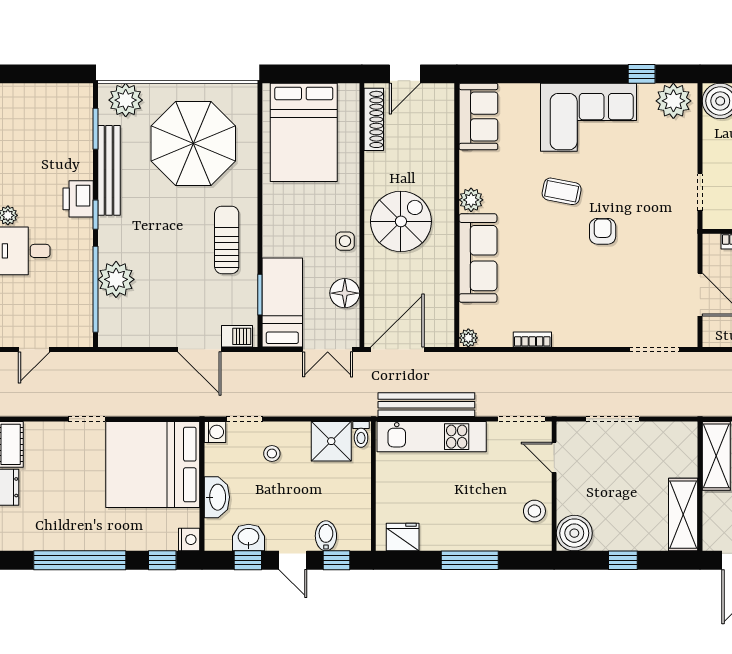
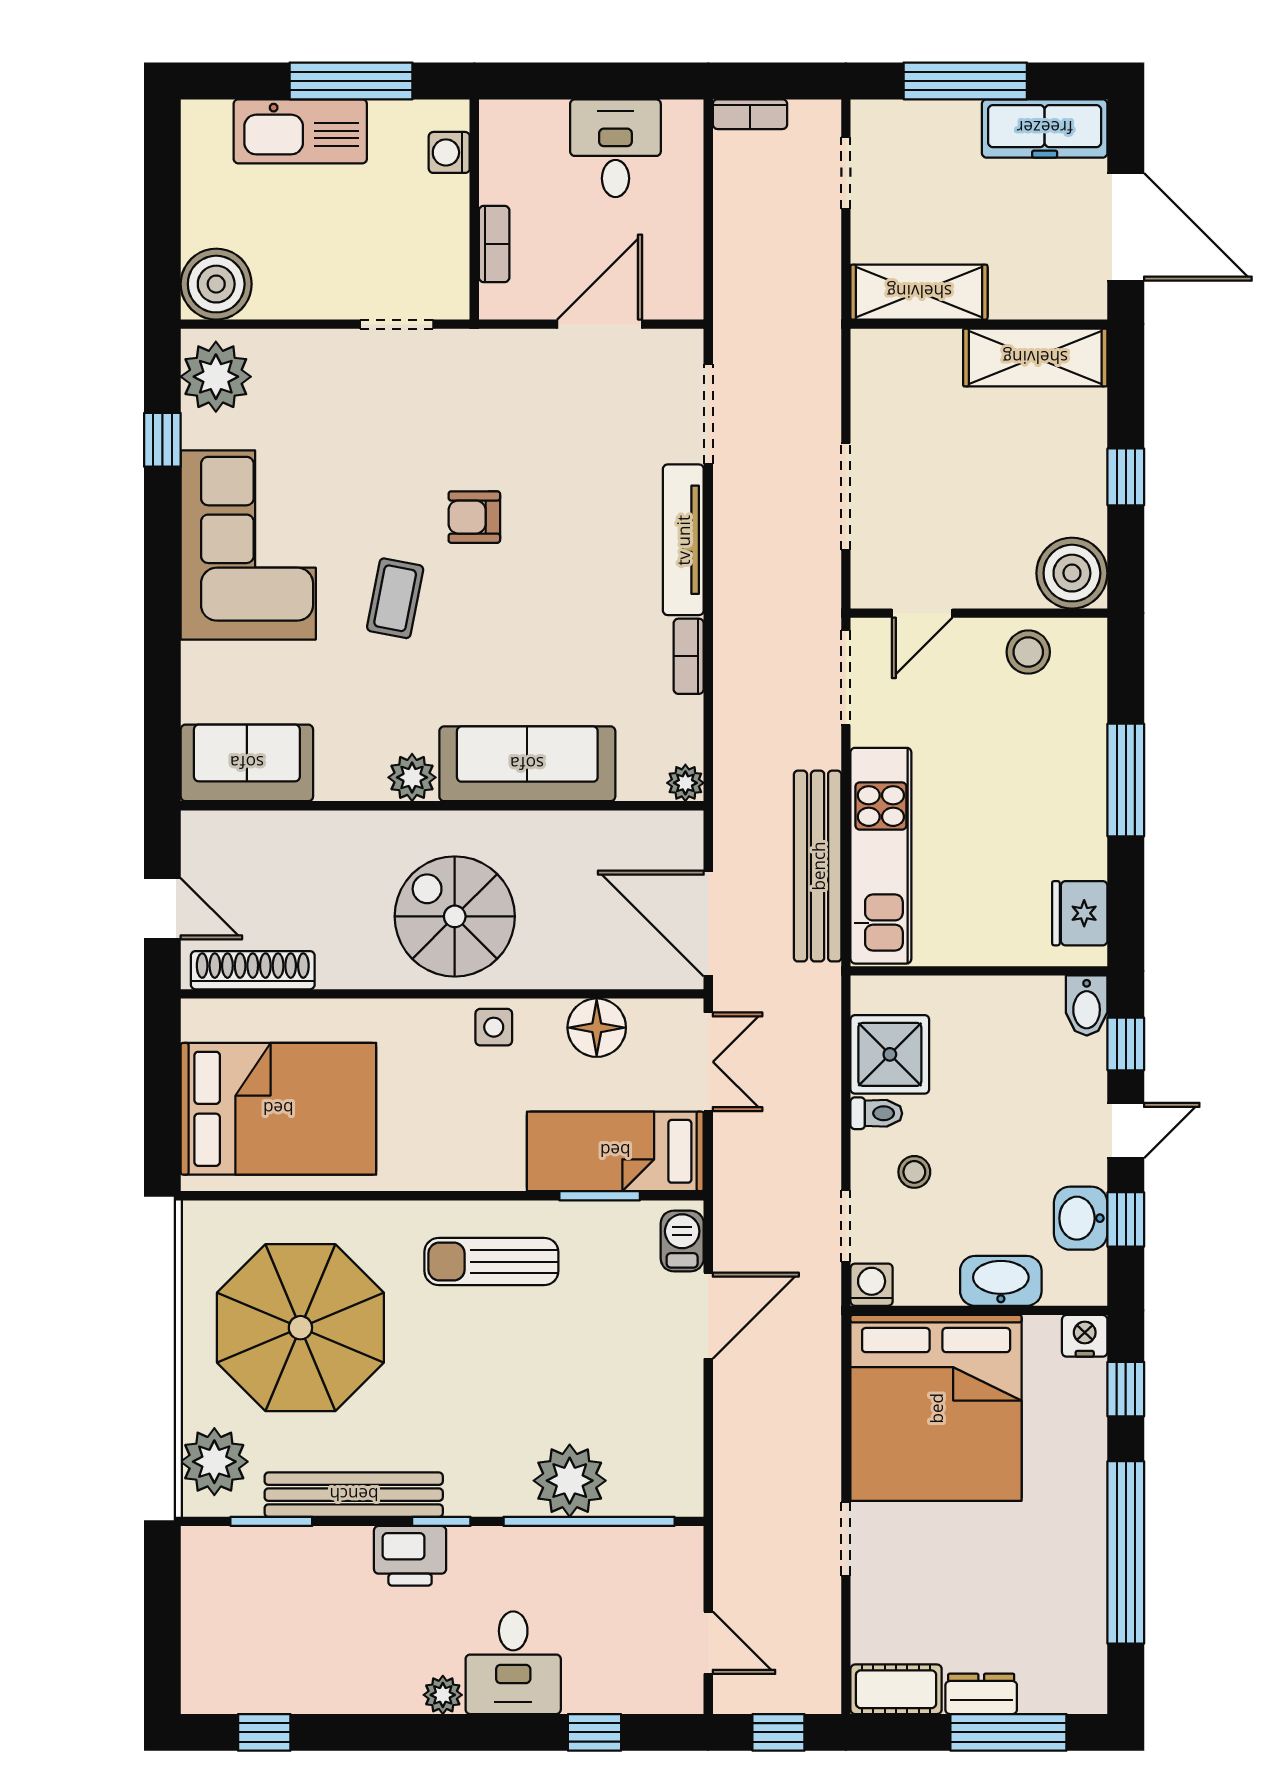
tv unit: (591, 337) -> (683, 540), added
toilet: (361, 434) -> (876, 1113), moved
bidet: (326, 536) -> (1087, 1006), moved, turned -90

